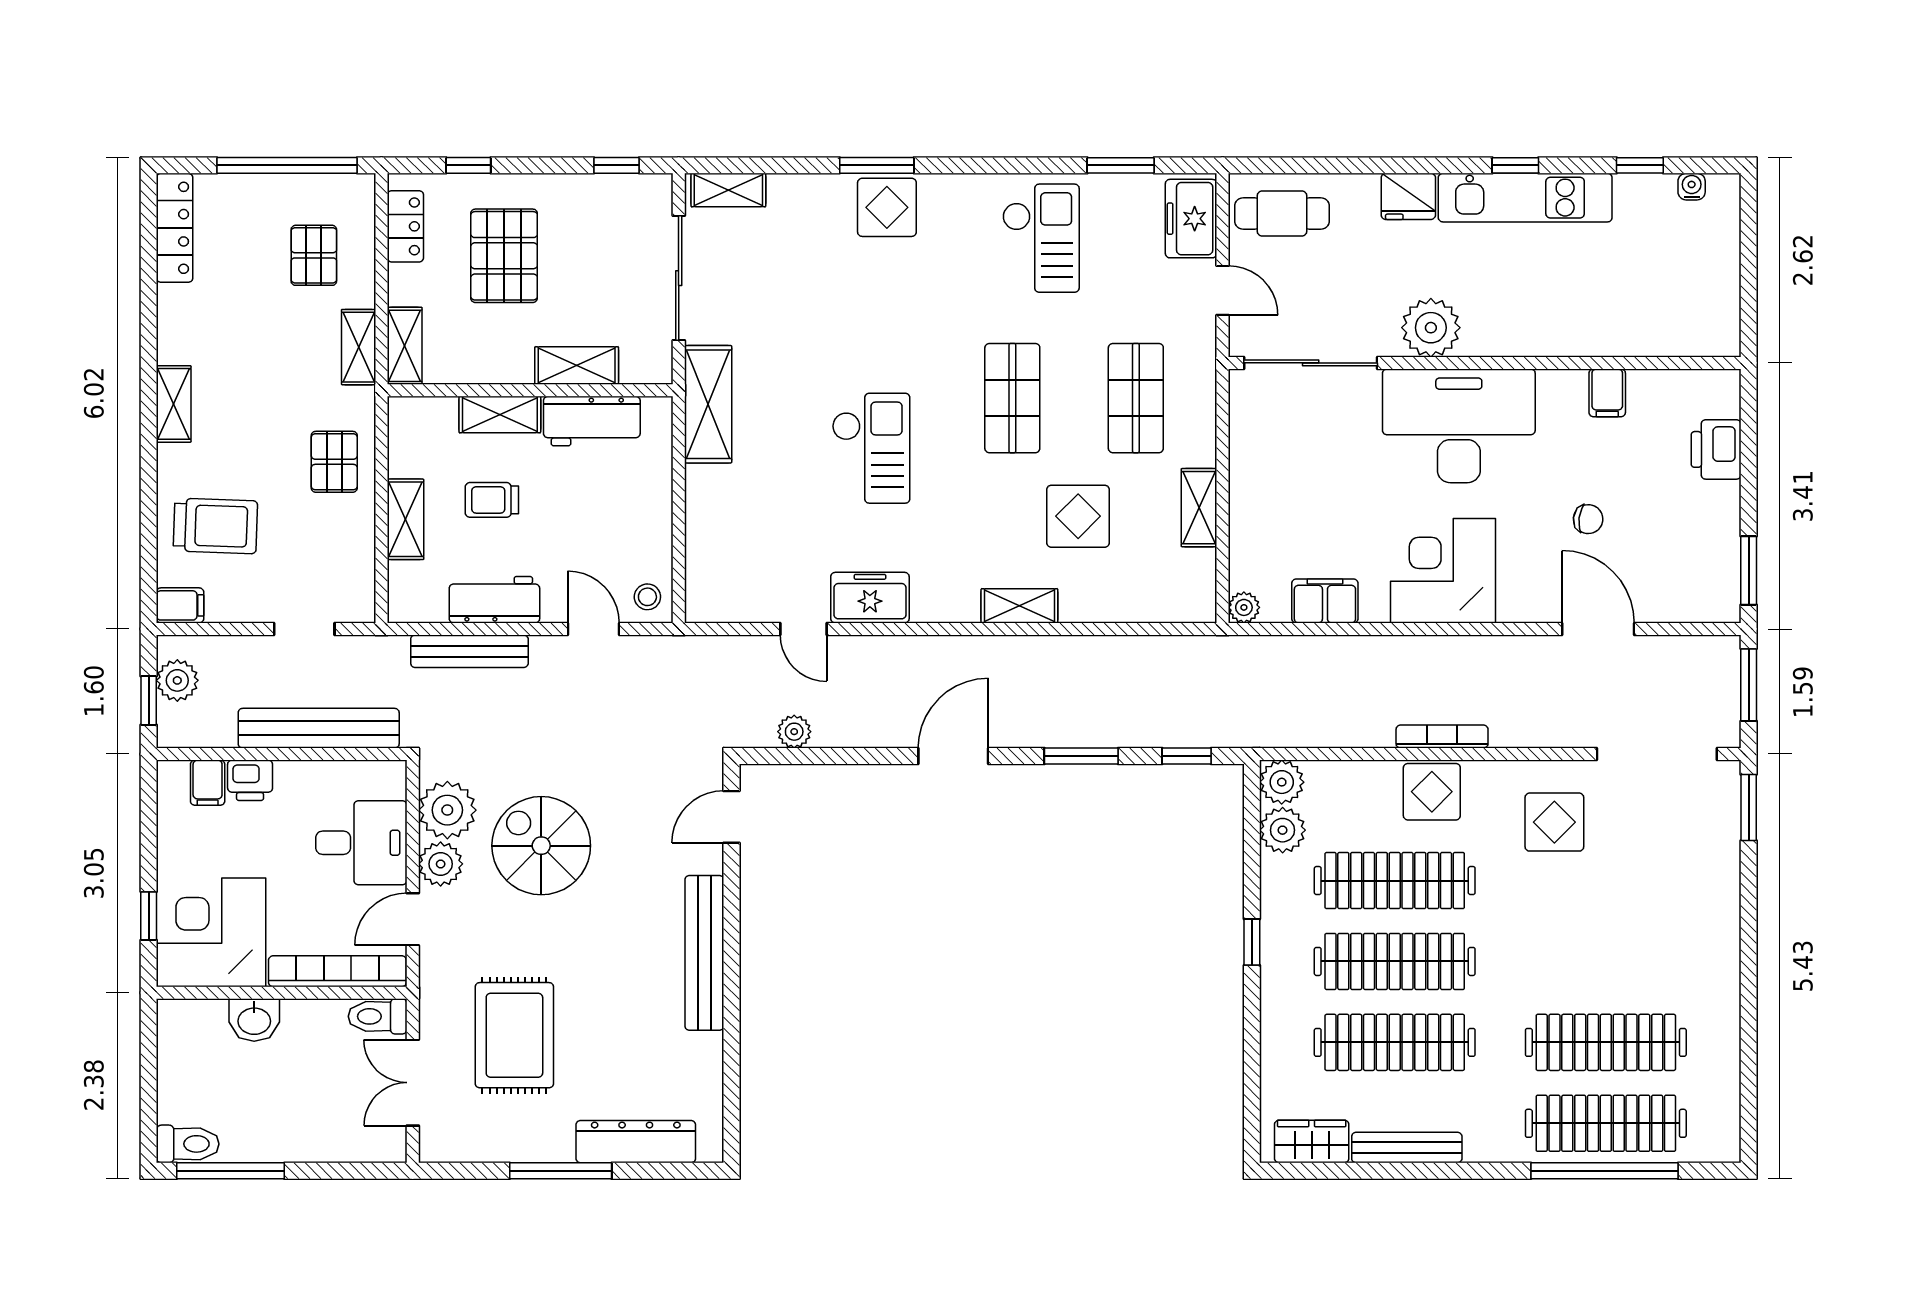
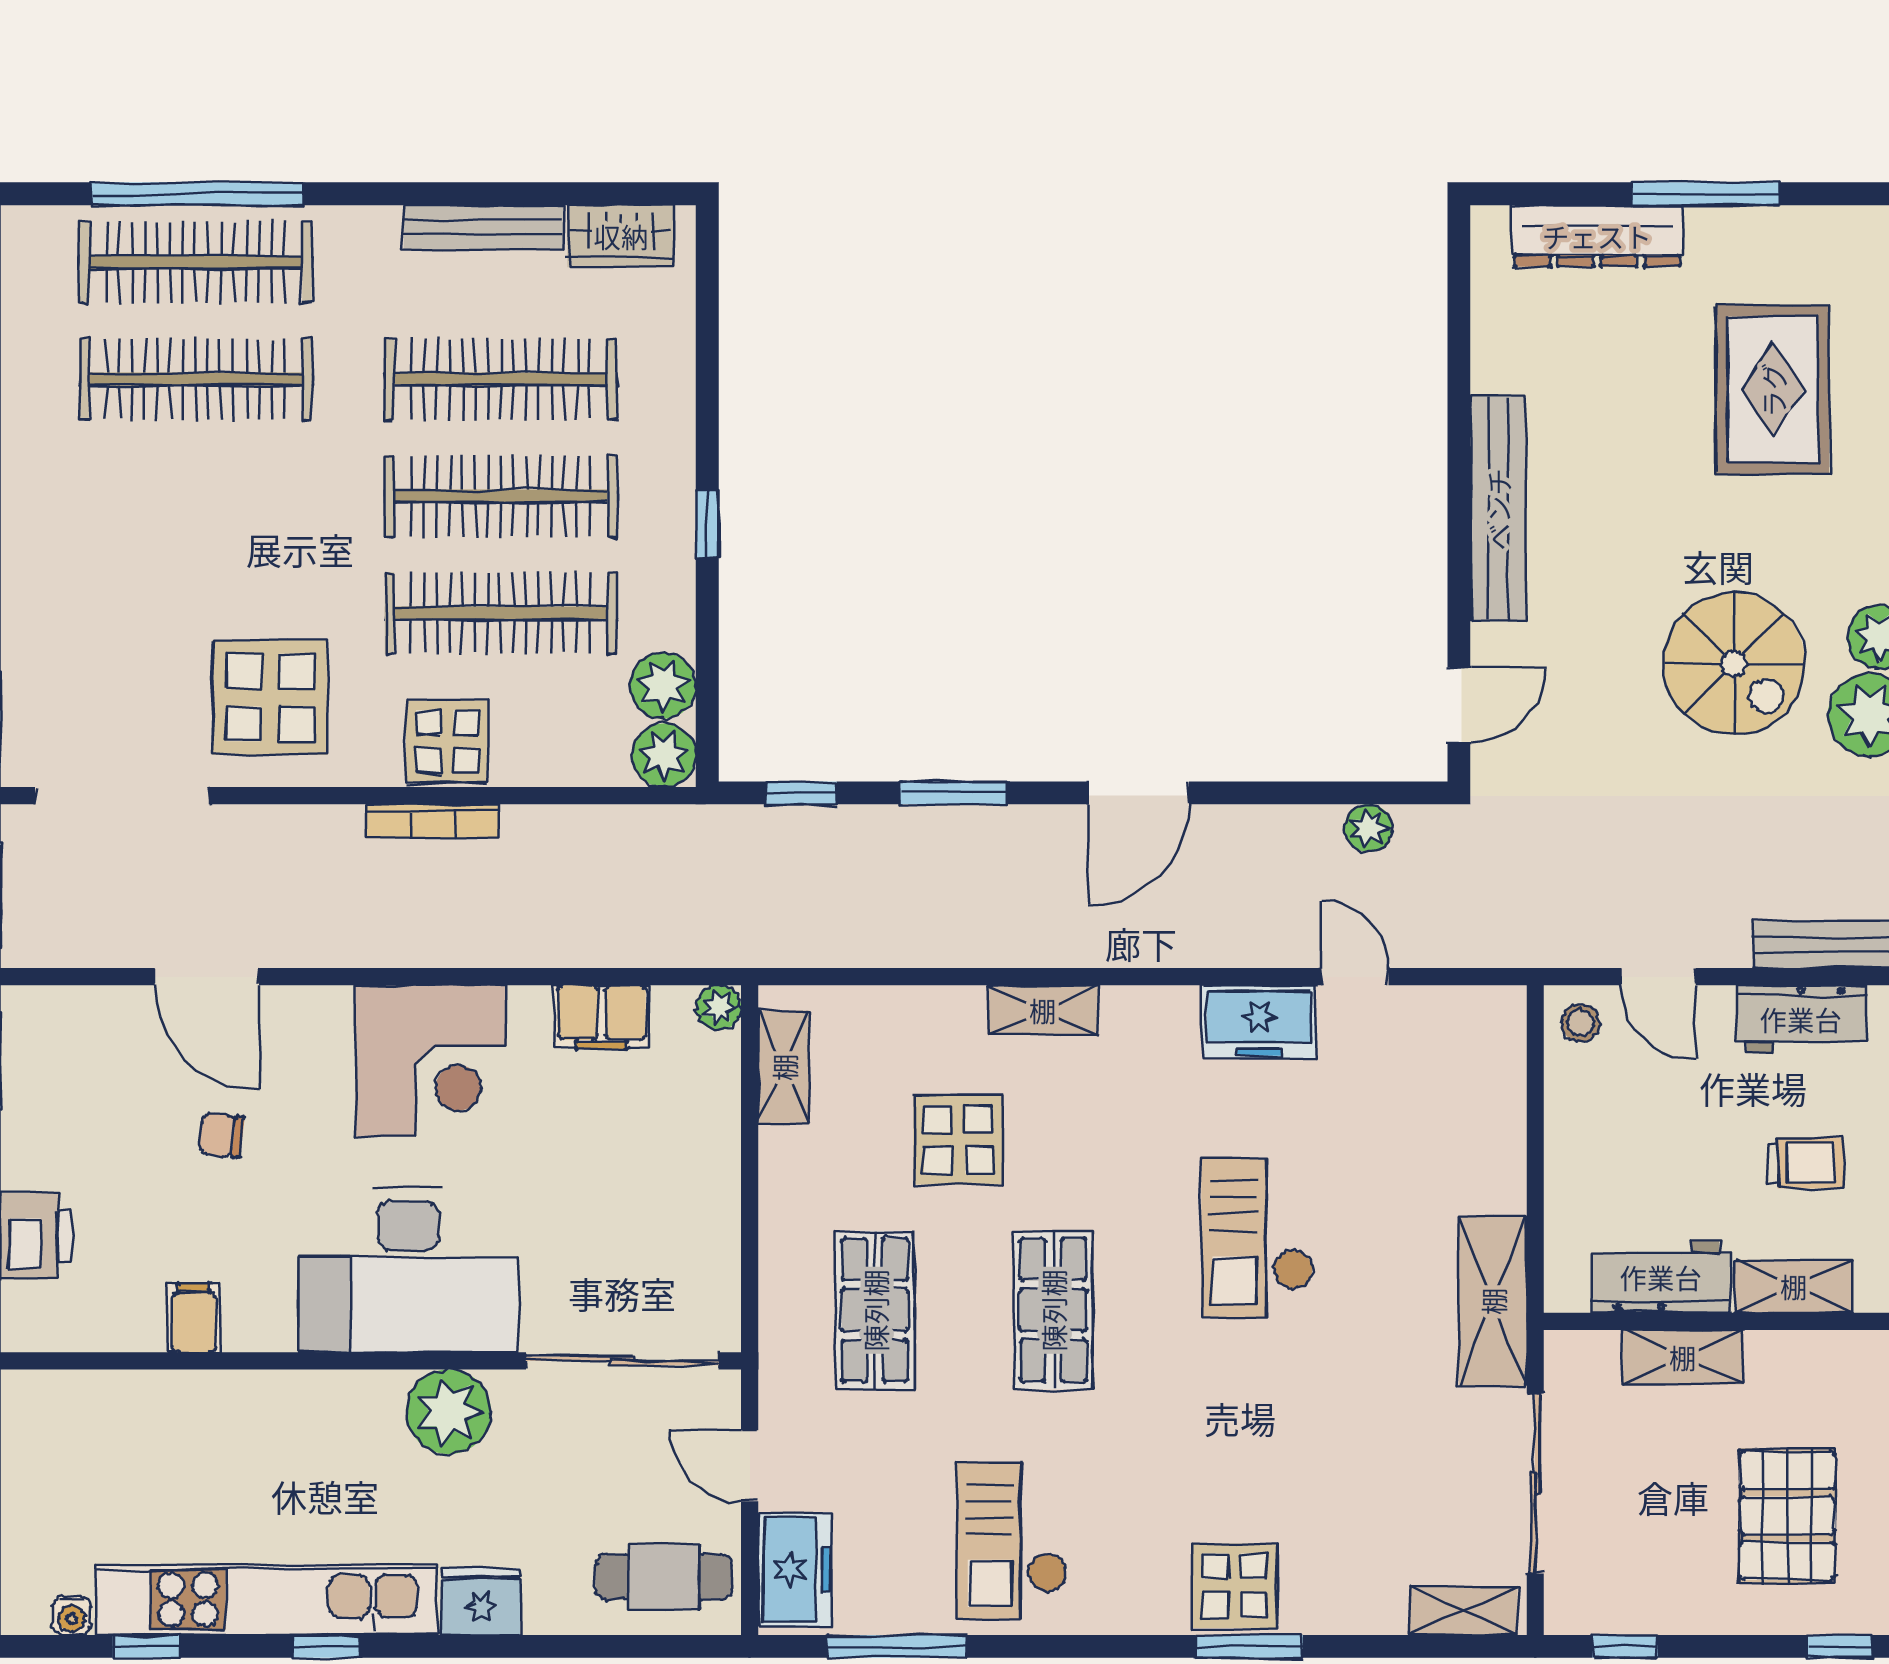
window: (1121, 165) -> (897, 1646), width x1.44
kitchen unit: (1525, 198) -> (267, 1600), width x1.36
shelving: (1199, 508) -> (784, 1067), moved
display table: (1554, 822) -> (270, 698), width x1.36, depth x1.36

